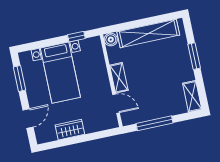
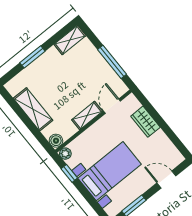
shelving: (148, 33) -> (33, 109), width x0.68
plant: (95, 42) -> (65, 154), added
wardrobe: (70, 130) -> (145, 122), moved

